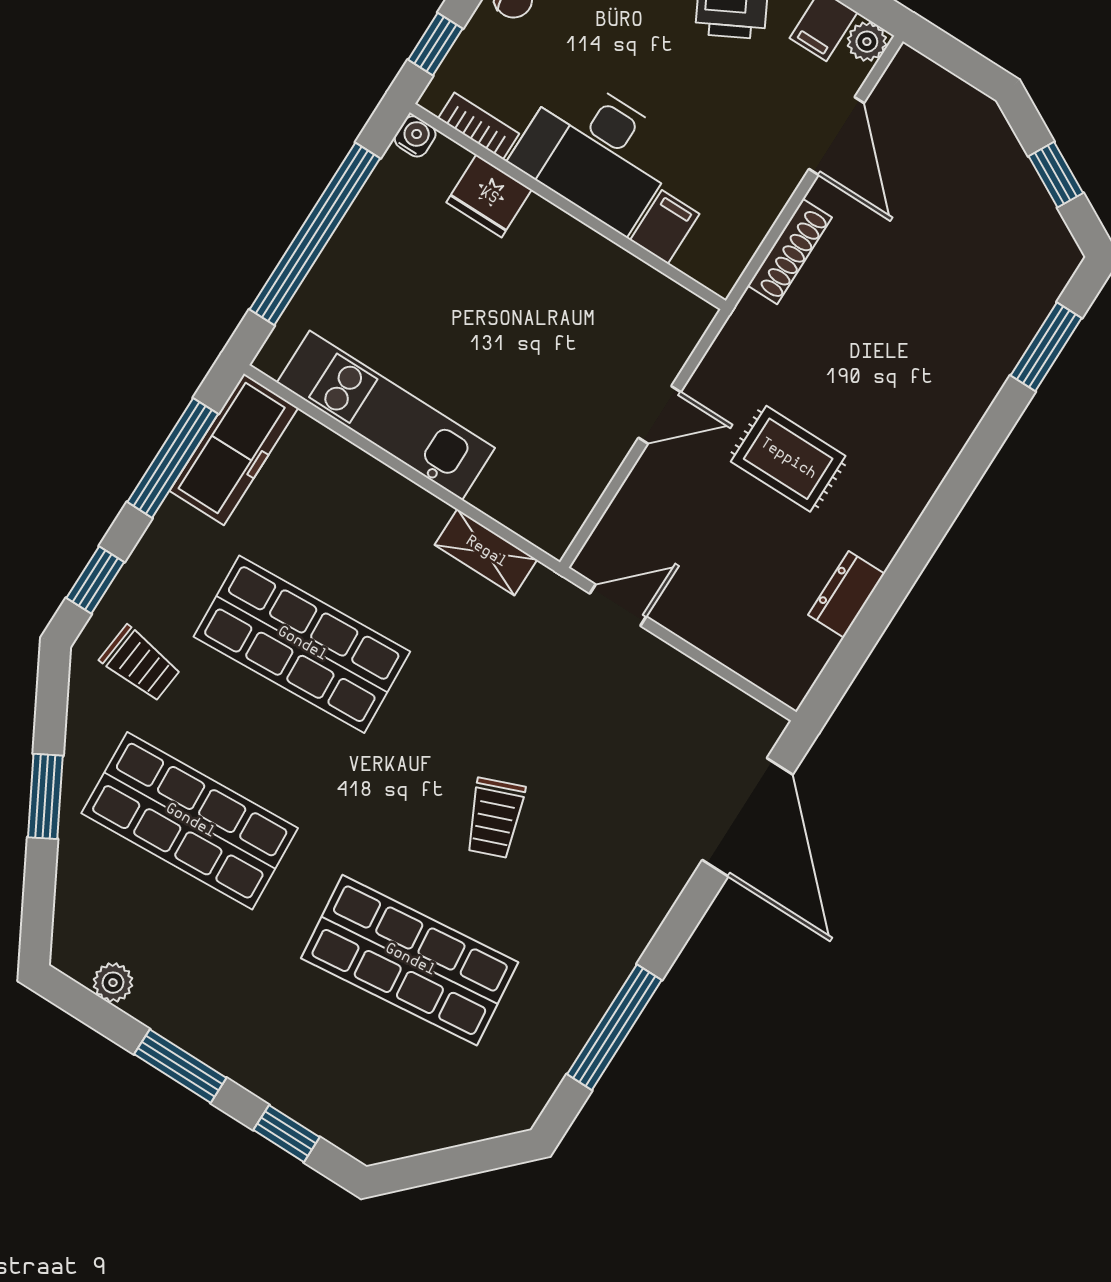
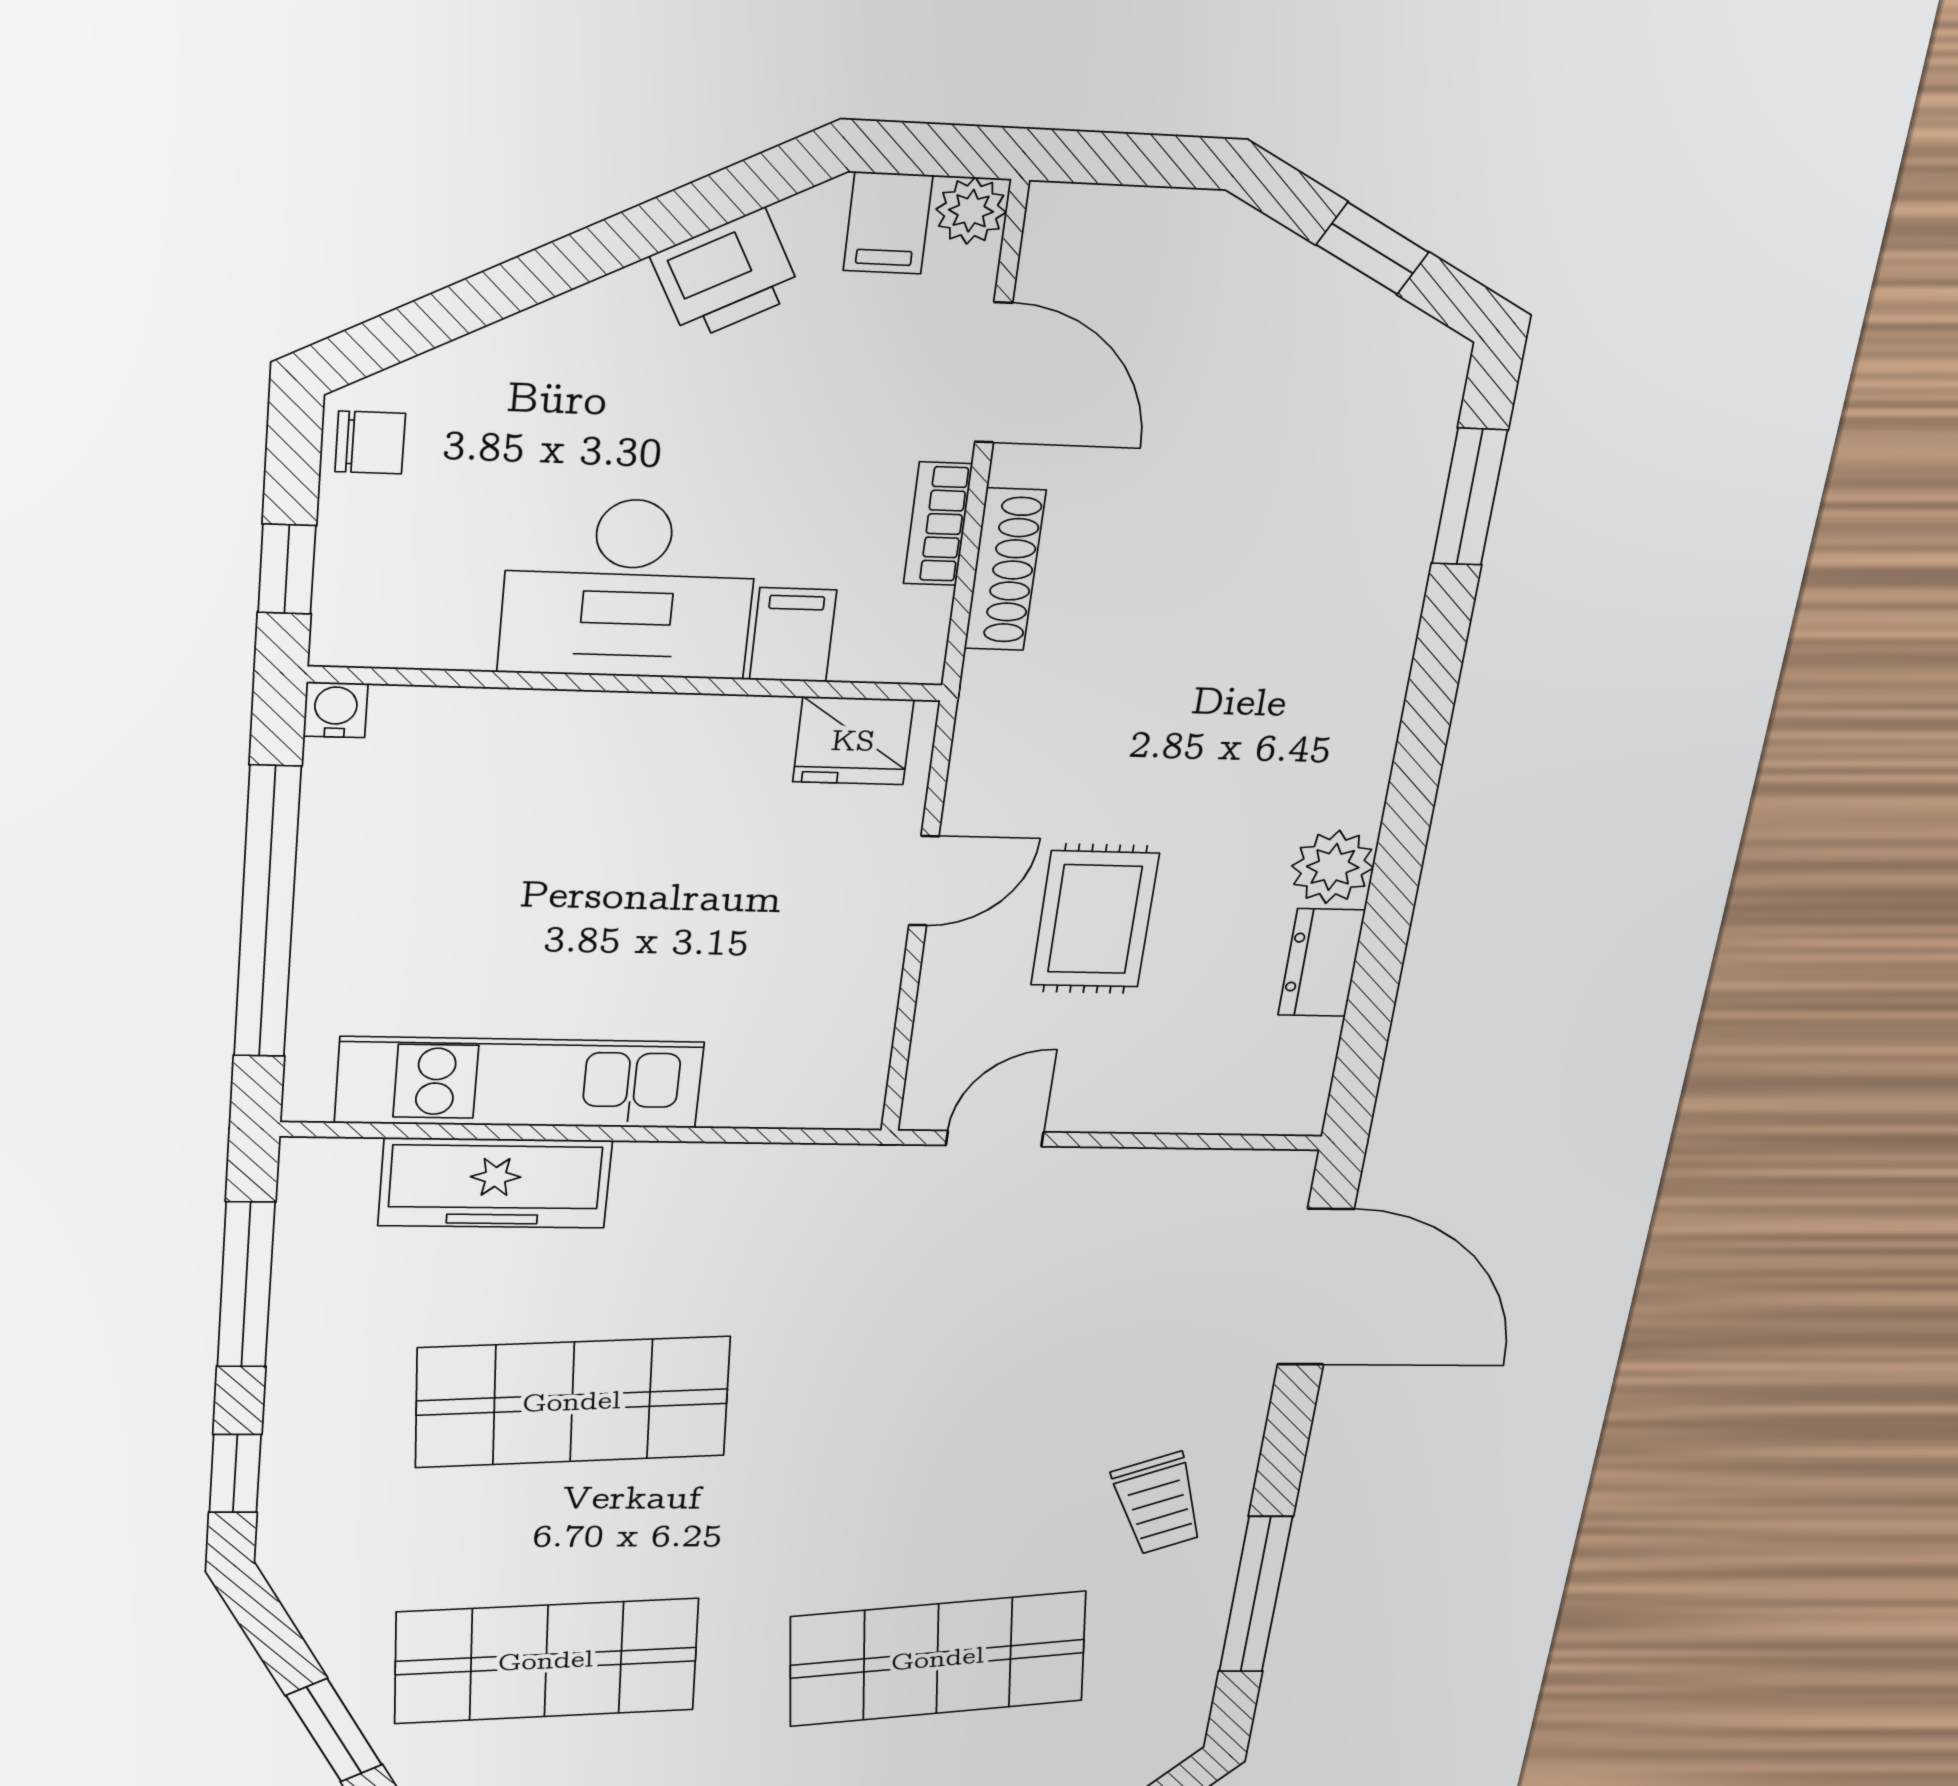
bookcase: (479, 126) -> (938, 524), moved, turned -90
fridge: (489, 196) -> (853, 741), moved
freezer: (234, 449) -> (495, 1183), moved, turned 90
rug: (788, 459) -> (1095, 919), moved, turned 90
plant: (879, 535) -> (1333, 867), added
shelving: (486, 552) -> (767, 1171), removed
trolley: (140, 664) -> (363, 1532), removed
trolley: (495, 818) -> (1158, 1504), moved

